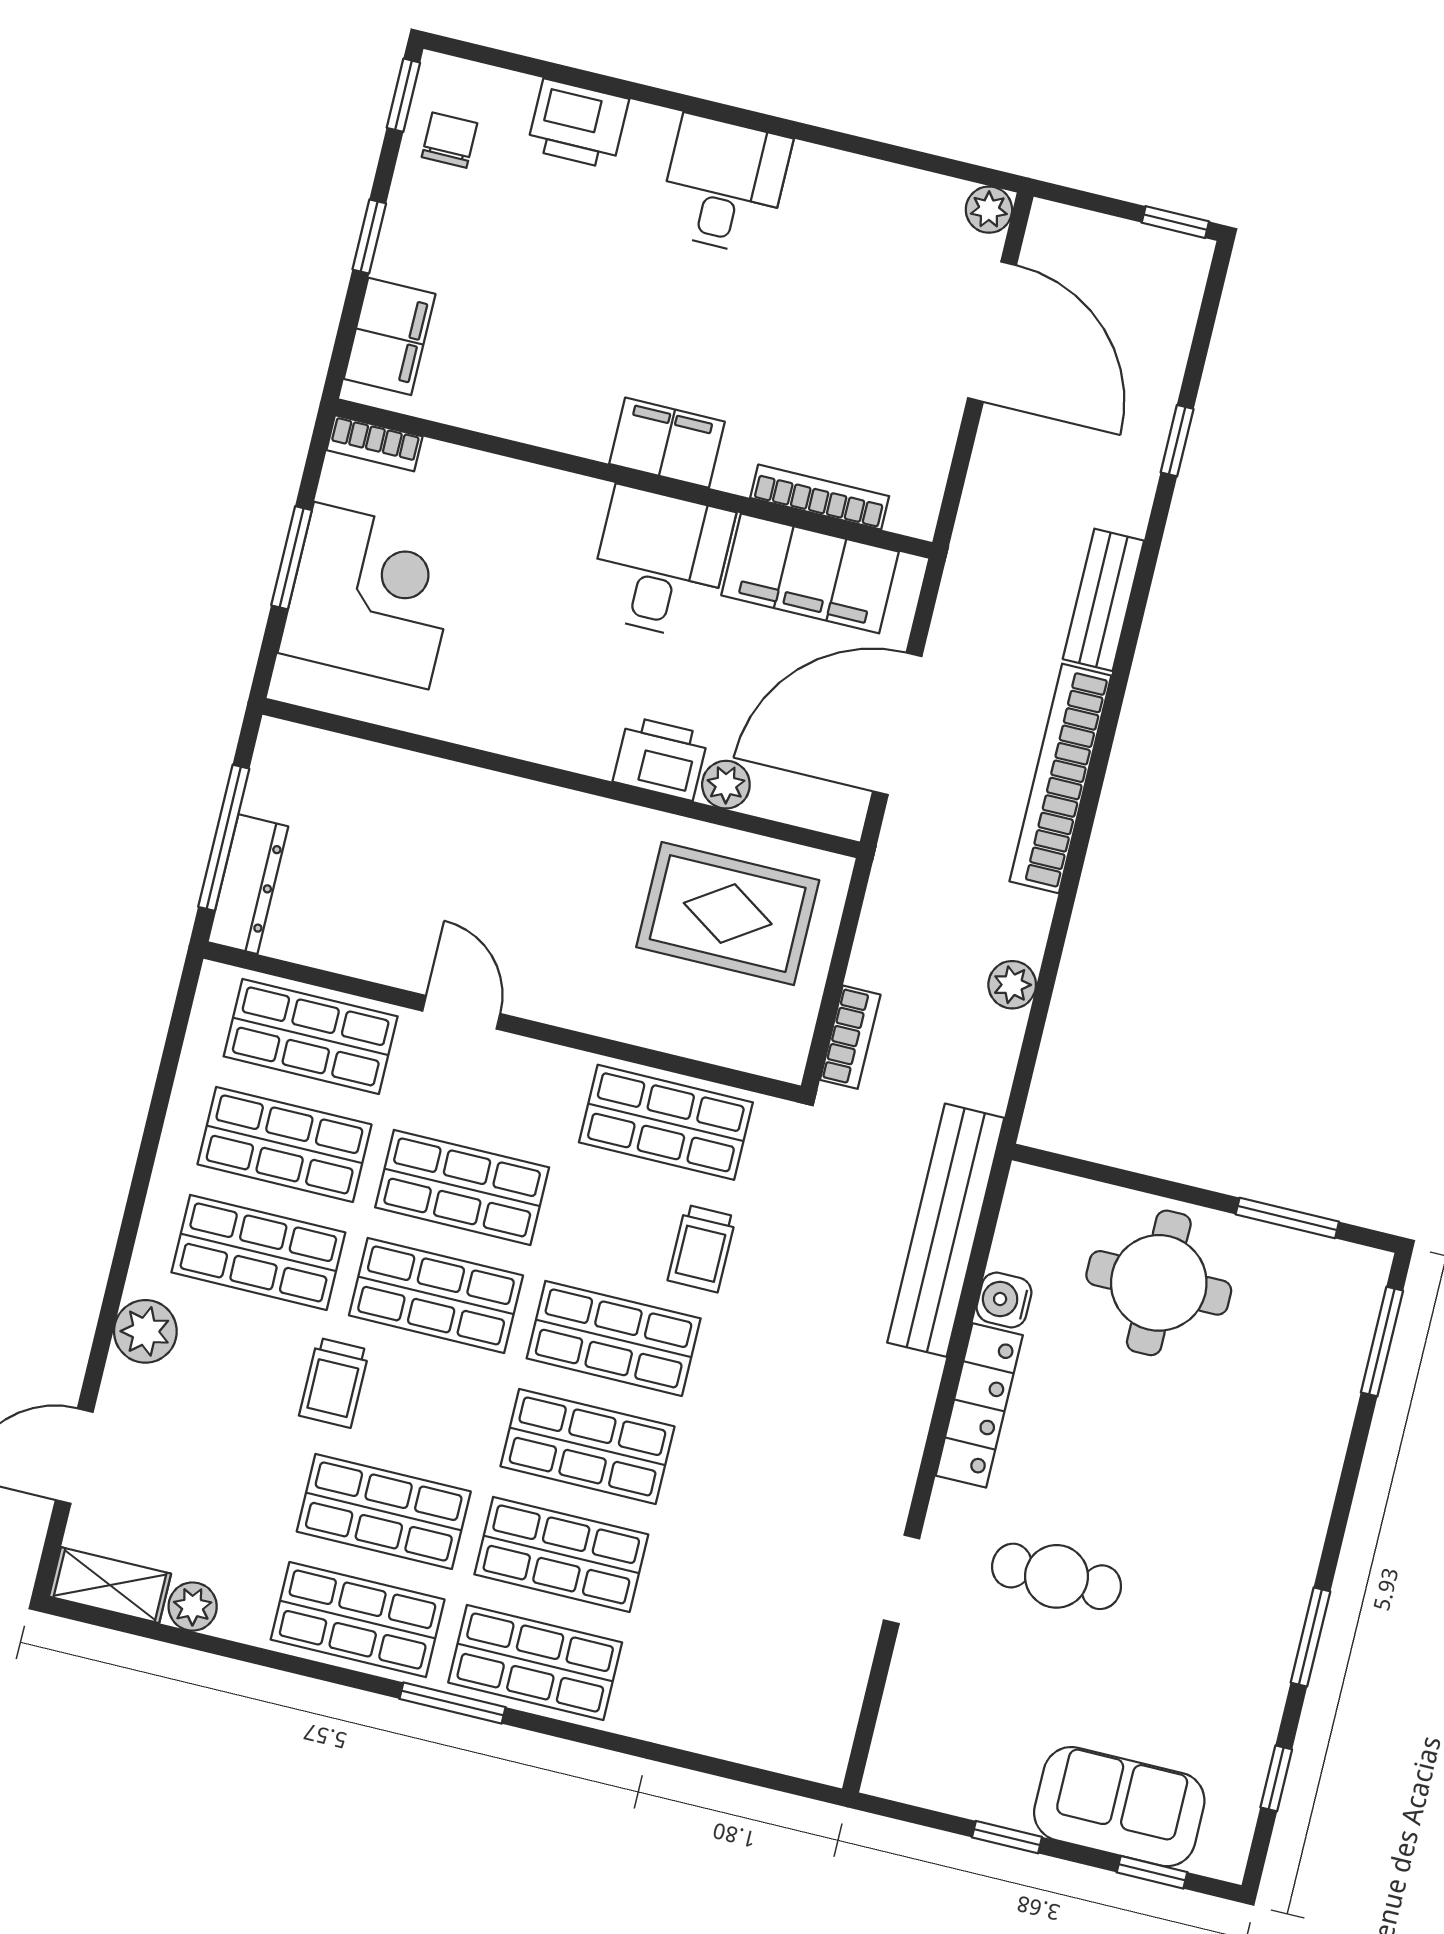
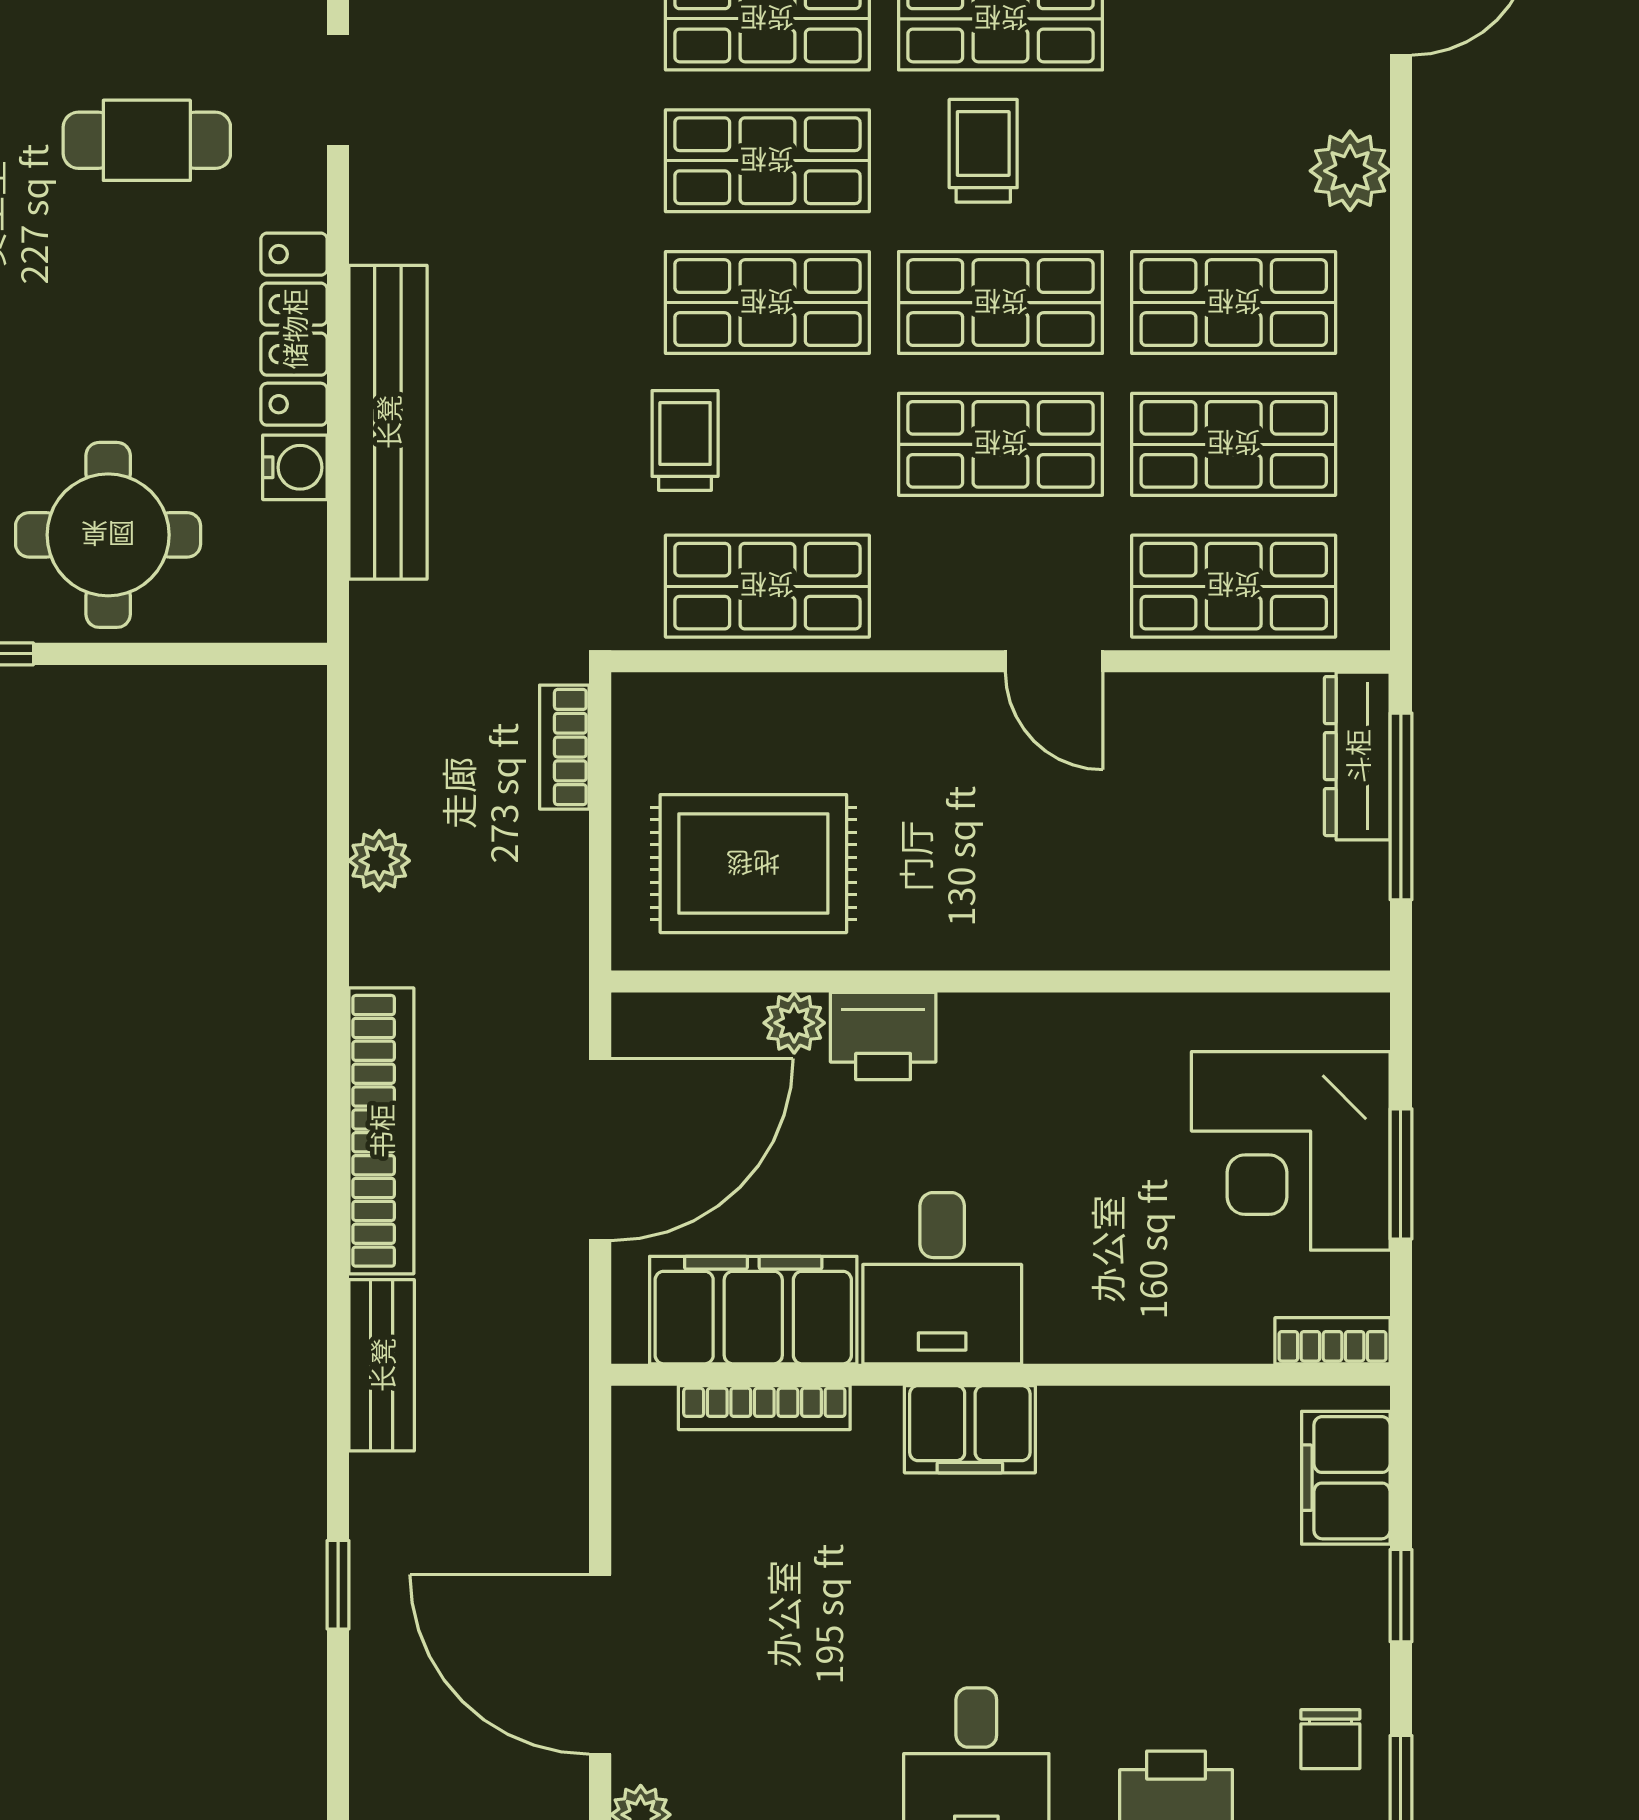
bench: (946, 1230) -> (388, 422), moved
trolley: (334, 1383) -> (983, 151), moved

